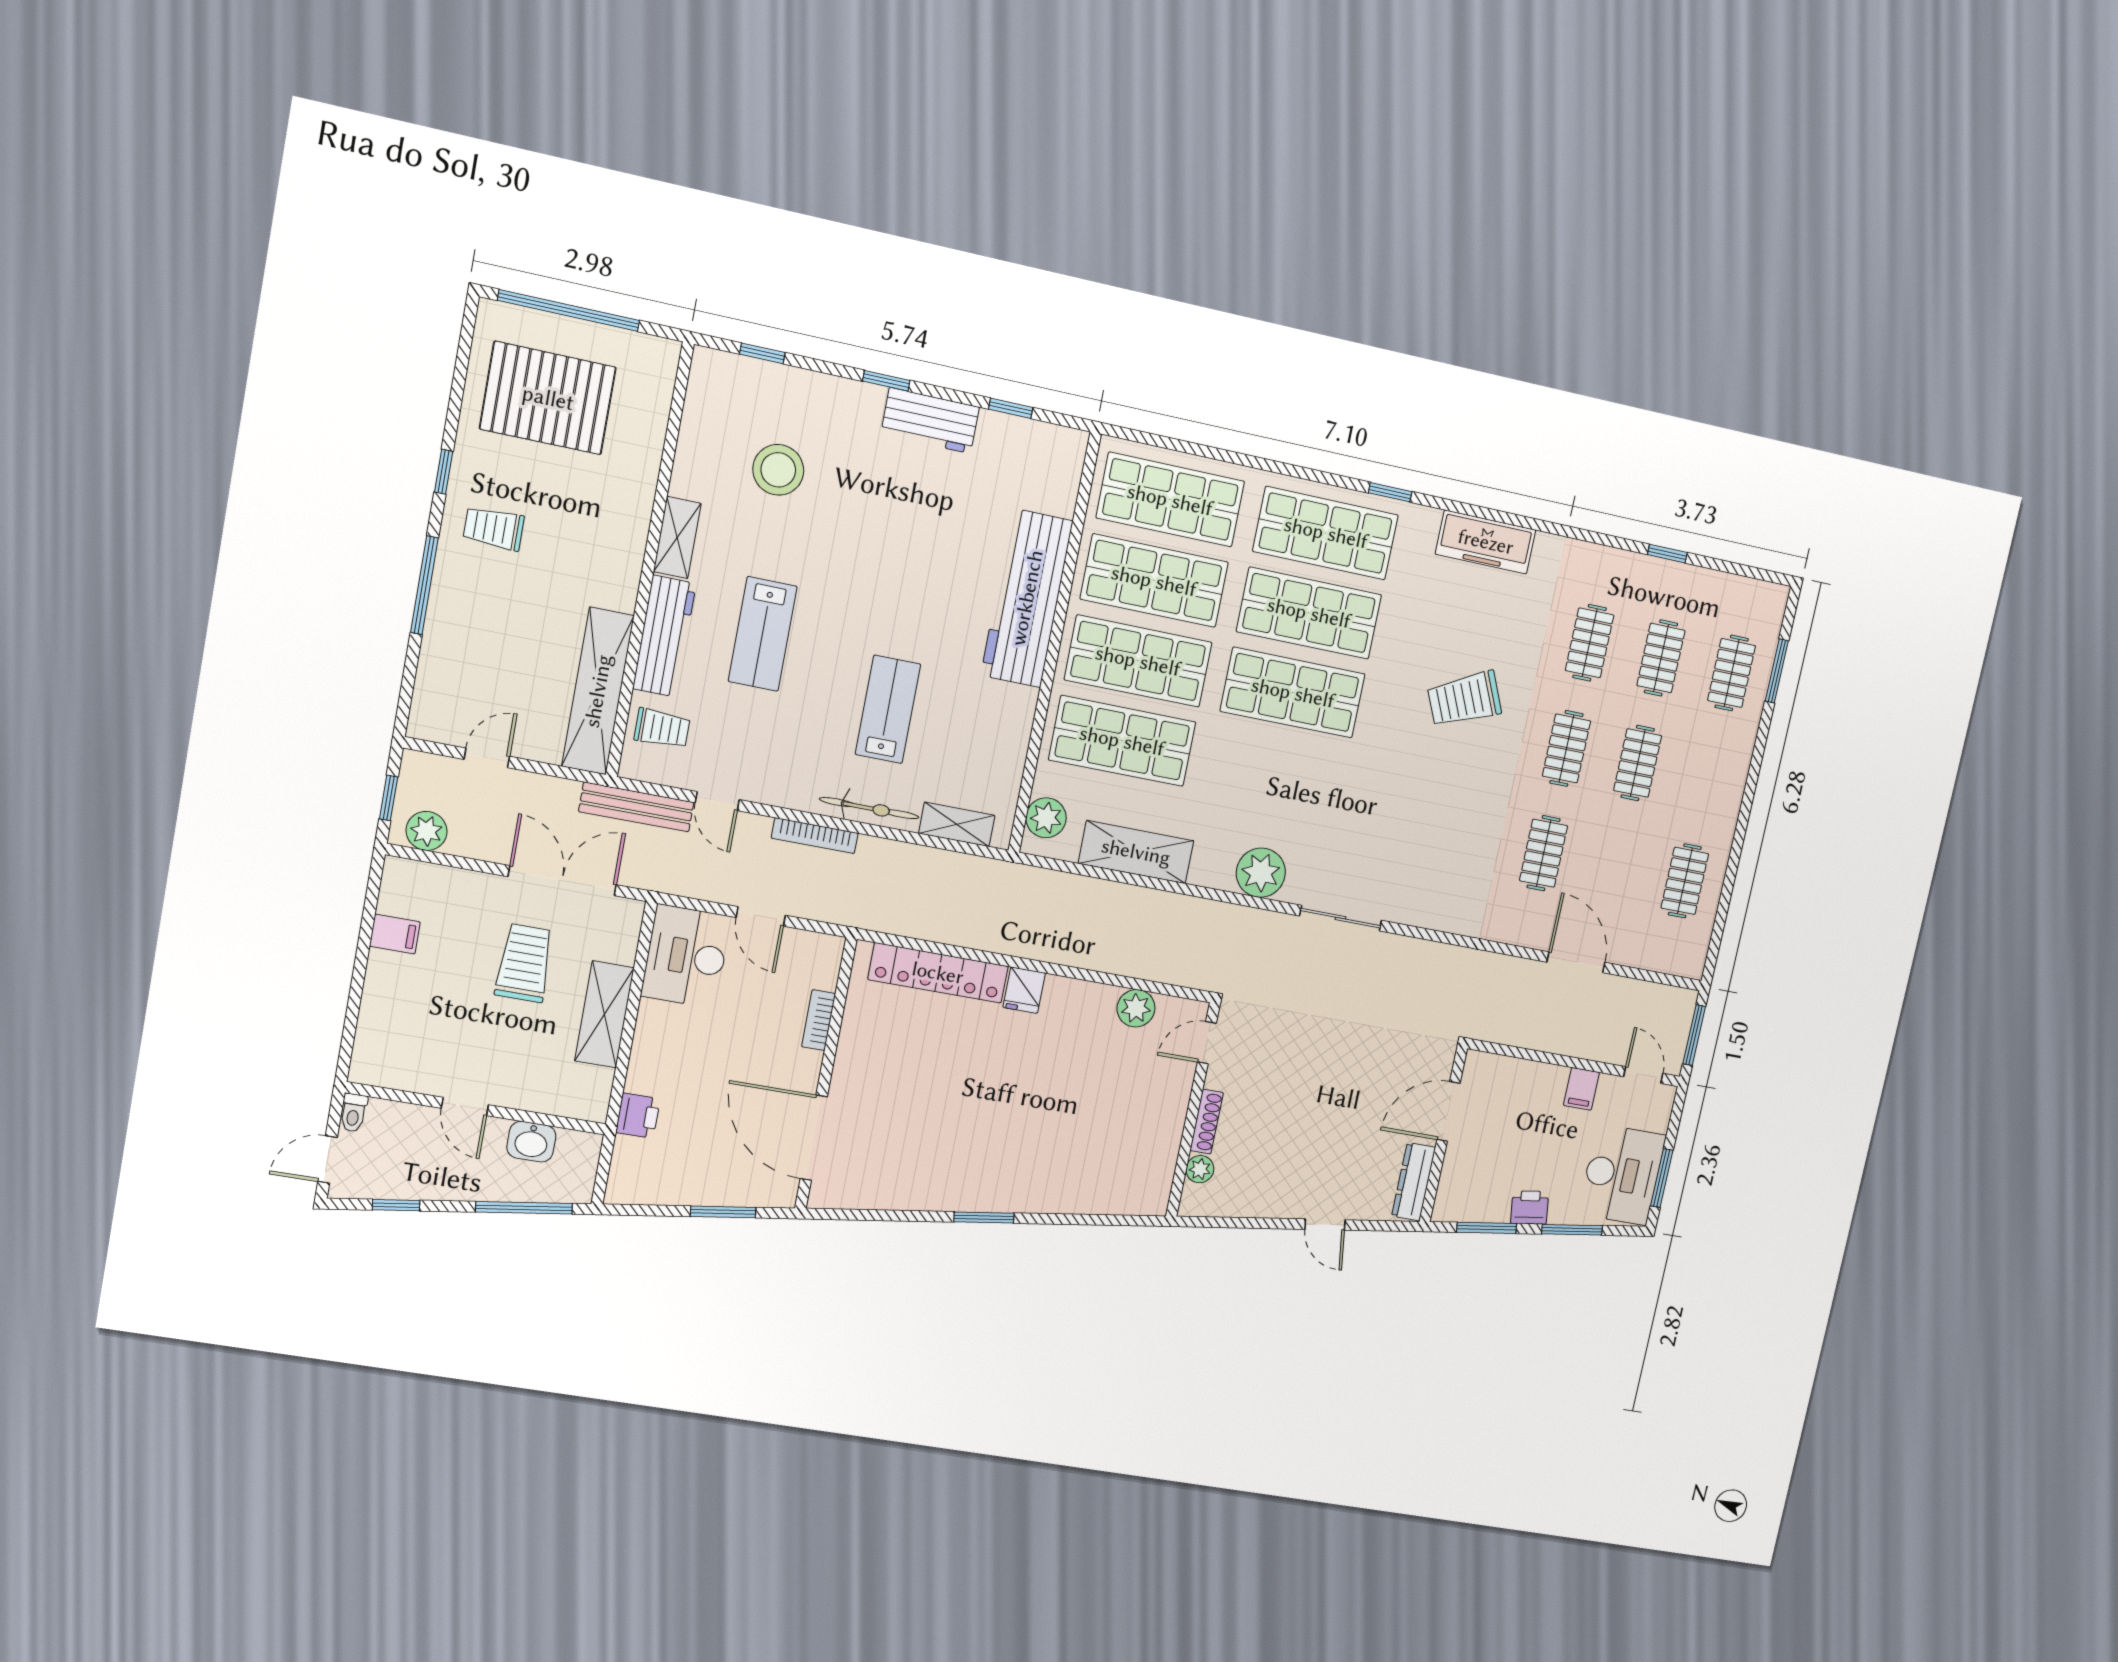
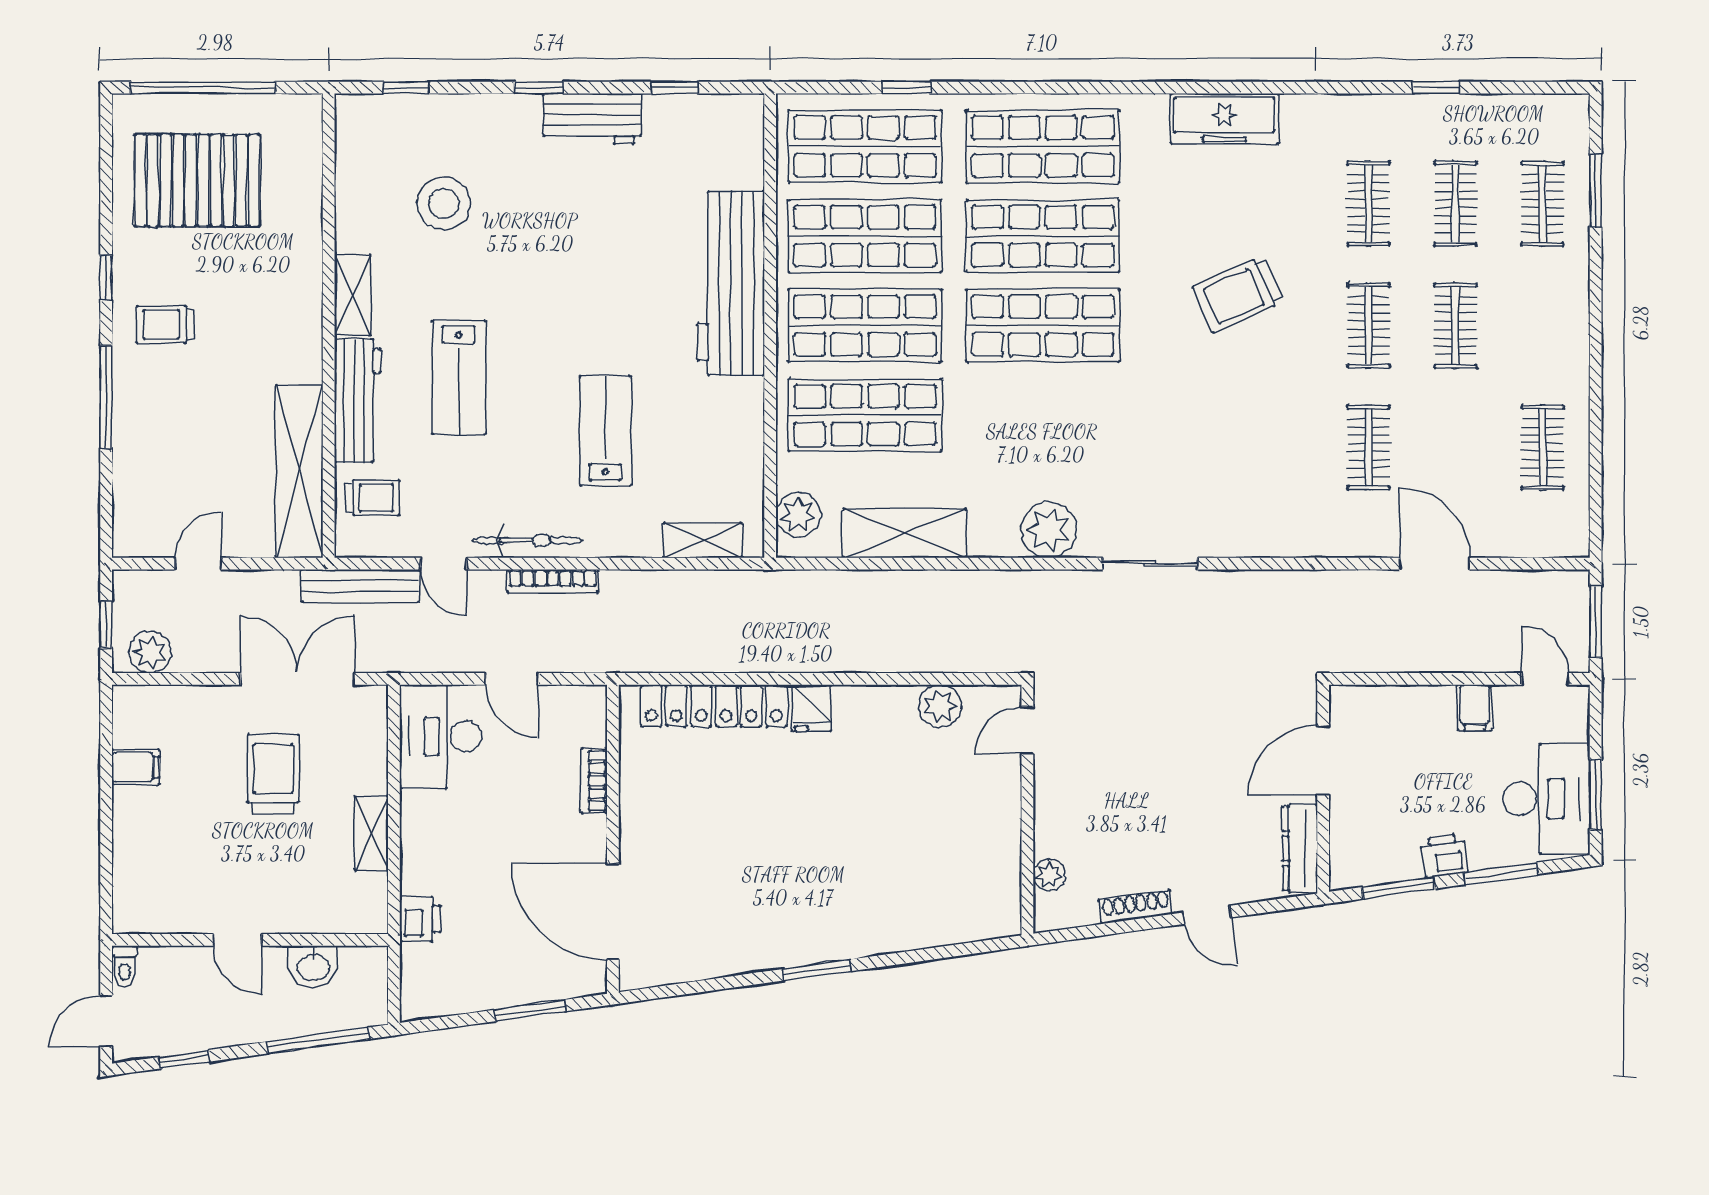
window: (1390, 492) -> (907, 88), moved
bicycle: (869, 808) -> (528, 540), moved
shelving: (604, 1014) -> (371, 833), width x0.67, depth x0.75
shoe rack: (1207, 1122) -> (1136, 907), moved, turned -98

